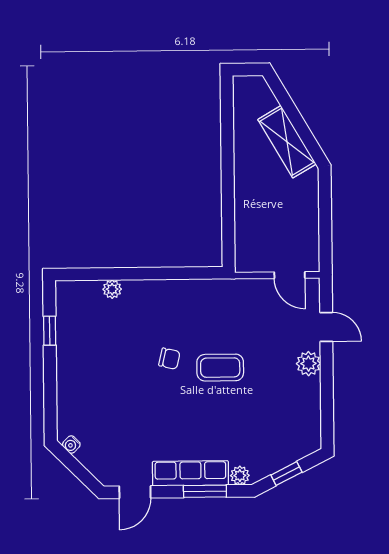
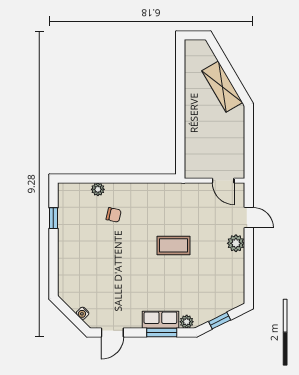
chair: (169, 359) -> (114, 215), moved
water cooler: (71, 445) -> (83, 313), moved
row of seats: (190, 473) -> (160, 320), width x0.68

